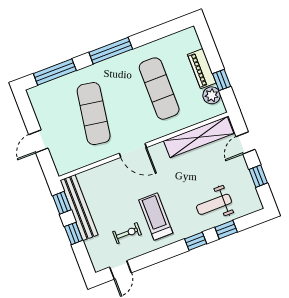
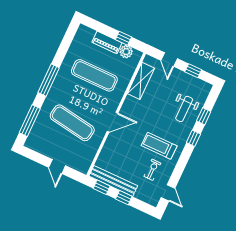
shelving: (199, 137) -> (141, 81), width x0.68

